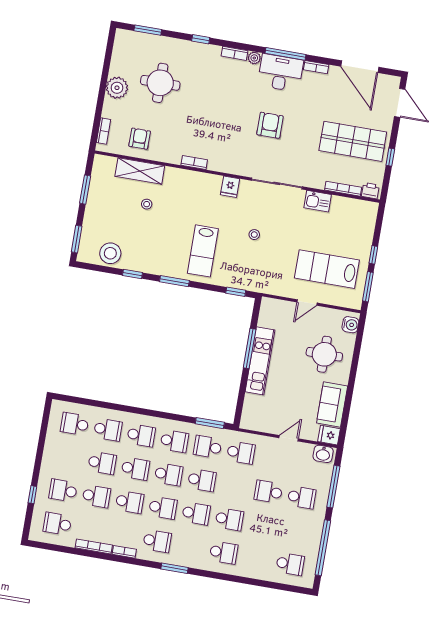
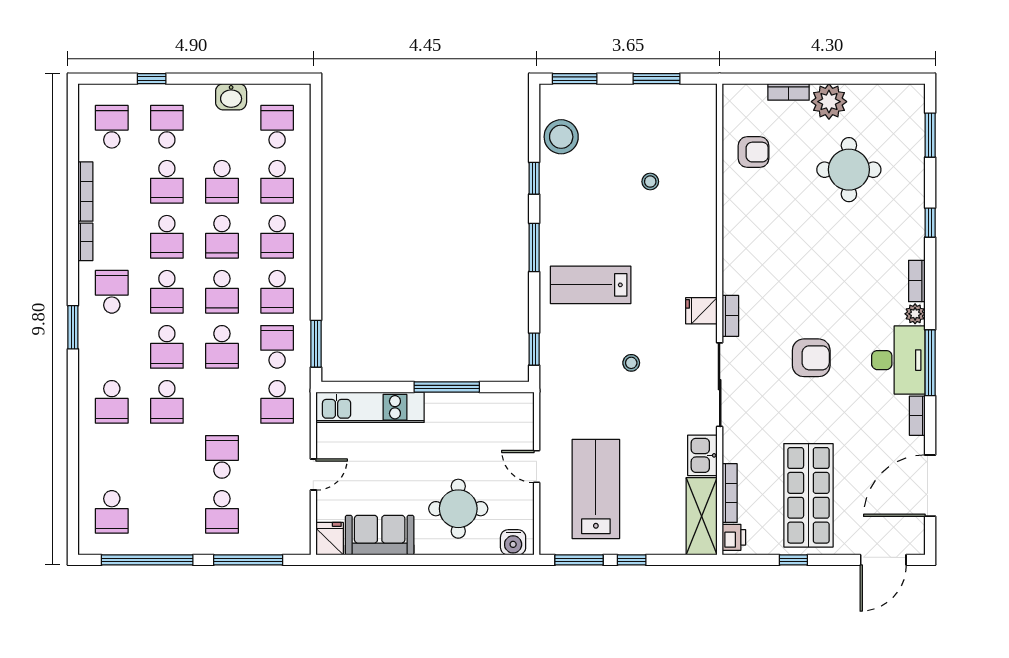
bookcase: (104, 131) -> (788, 92), moved
bookcase: (194, 162) -> (730, 316), moved
shelving: (140, 171) -> (702, 516), moved
kitchen unit: (260, 361) -> (370, 407), moved
door: (289, 438) -> (313, 475), hinge flipped
washbasin: (323, 454) -> (231, 97), moved, turned -90
school desk: (157, 541) -> (112, 292), turned 180

